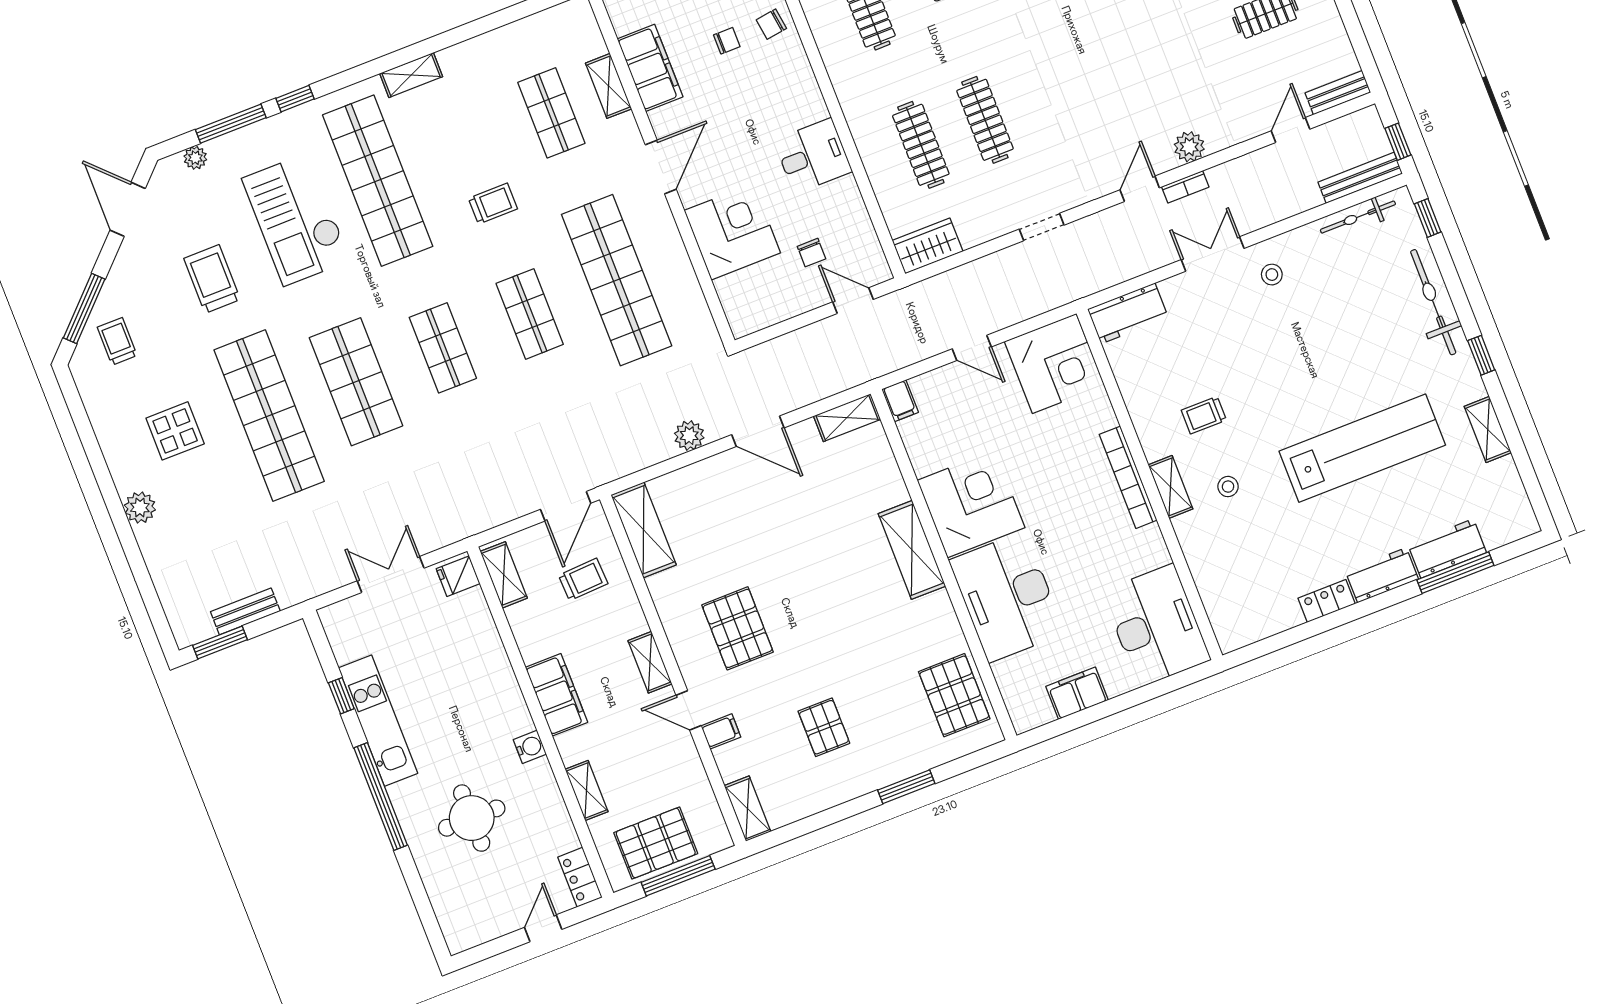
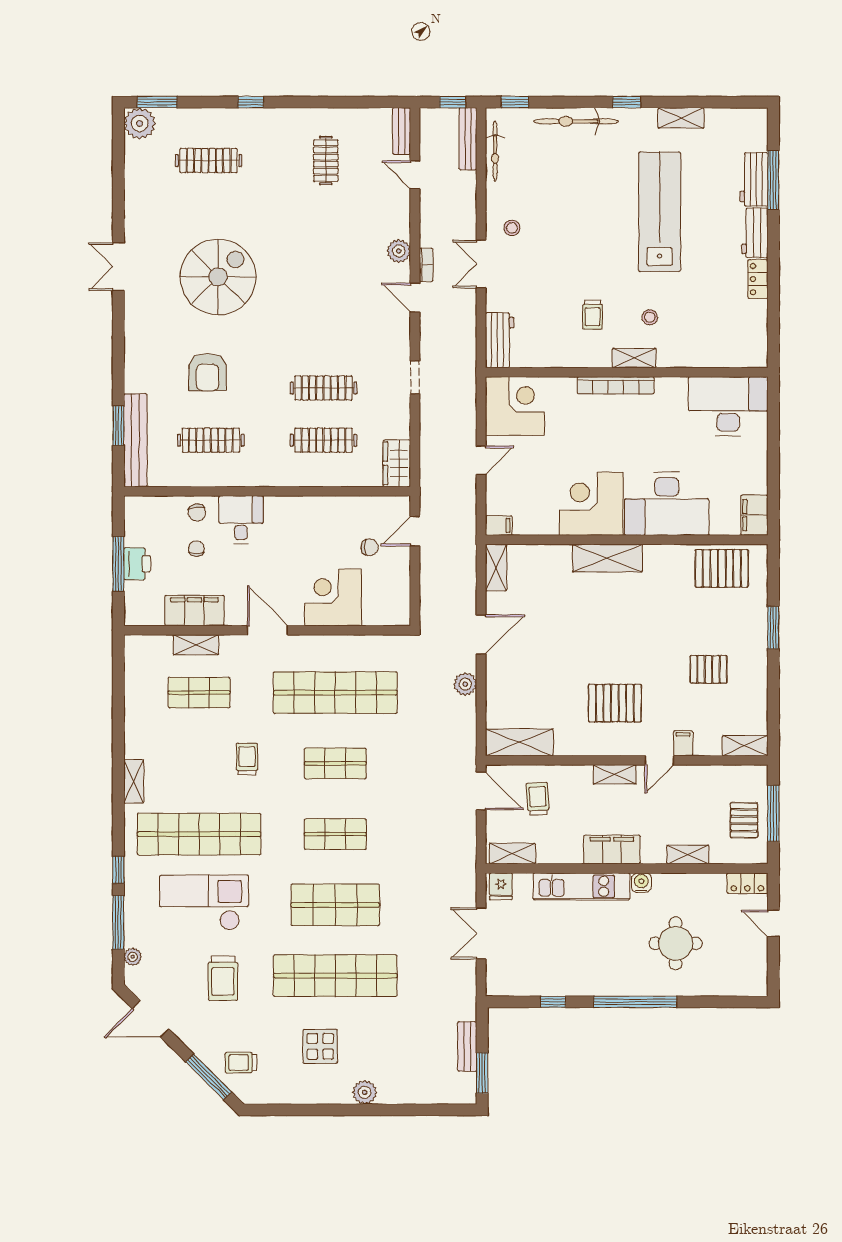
desk: (813, 156) -> (241, 520), moved
checkout: (296, 219) -> (204, 902), turned 180
trolley: (212, 279) -> (223, 978), turned -90
filing cabinet: (1077, 693) -> (754, 515), moved
kitchen unit: (378, 721) -> (581, 886), moved, turned 180
pallet: (656, 843) -> (744, 820), width x0.67, depth x0.71

